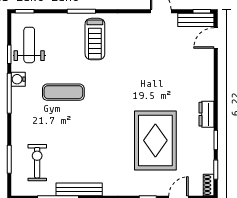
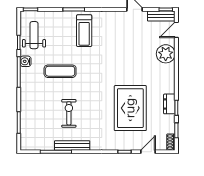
plant: (202, 69) -> (166, 54), added
dresser: (206, 114) -> (169, 104), moved
exercise bike: (37, 163) -> (69, 113), moved

